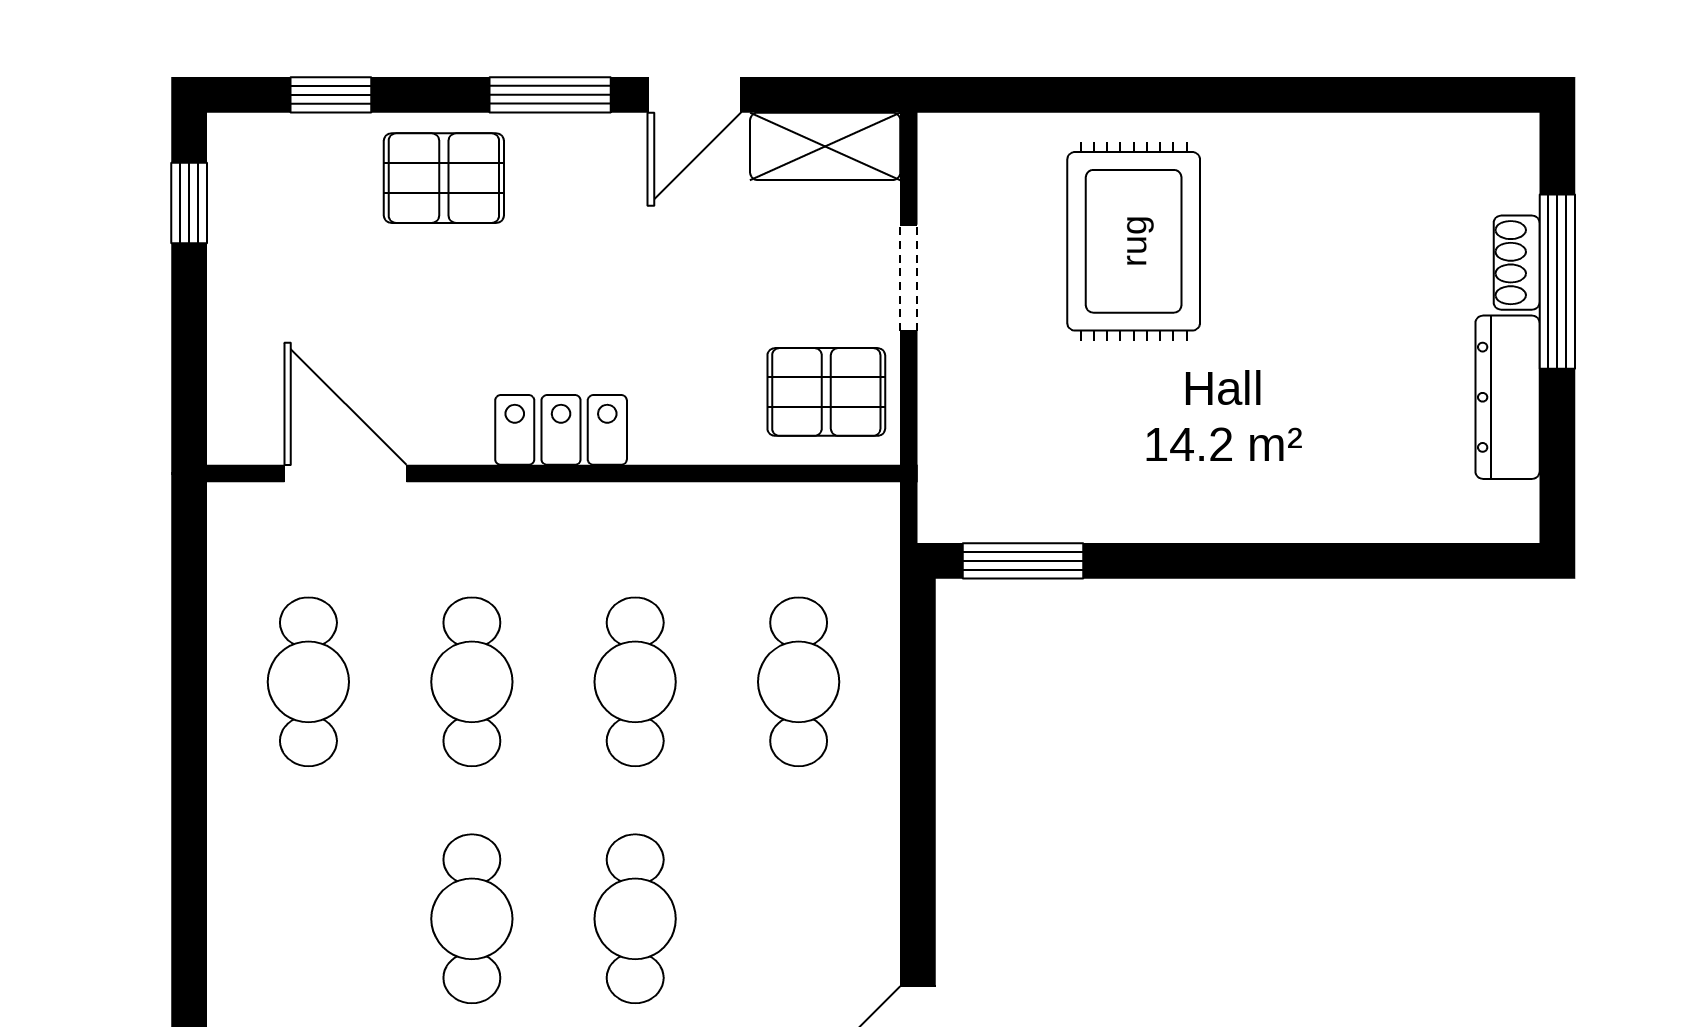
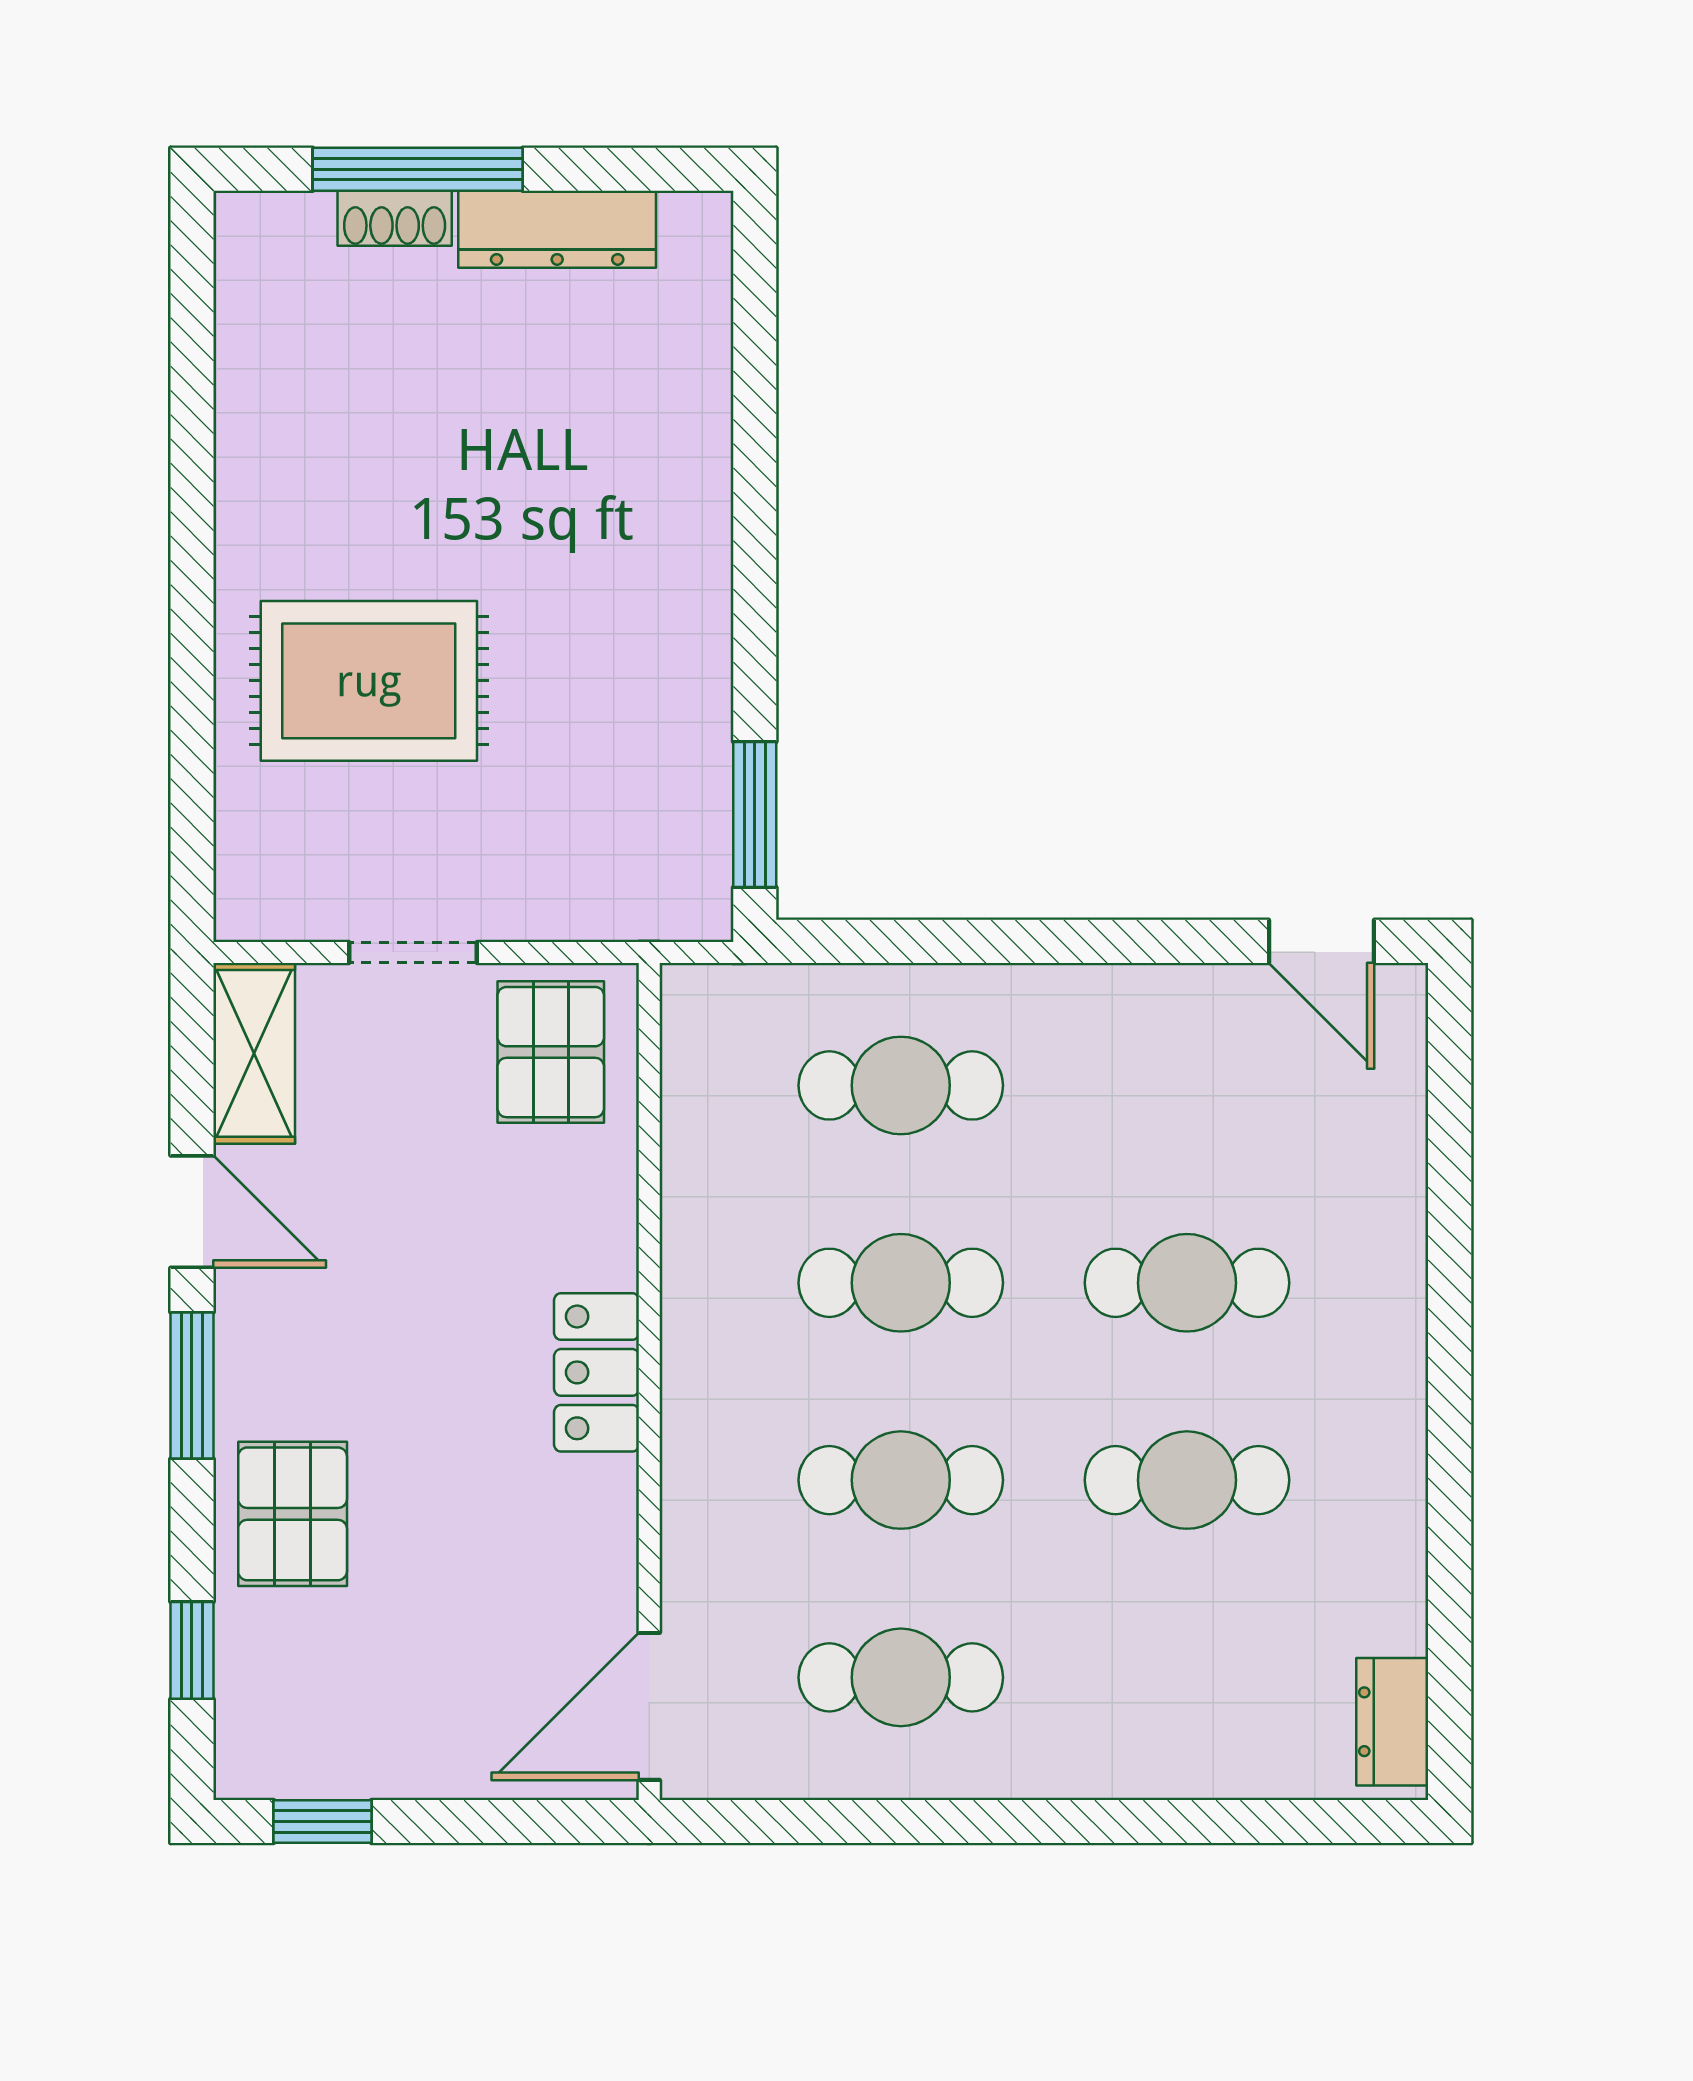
door: (345, 474) -> (649, 1706), moved

